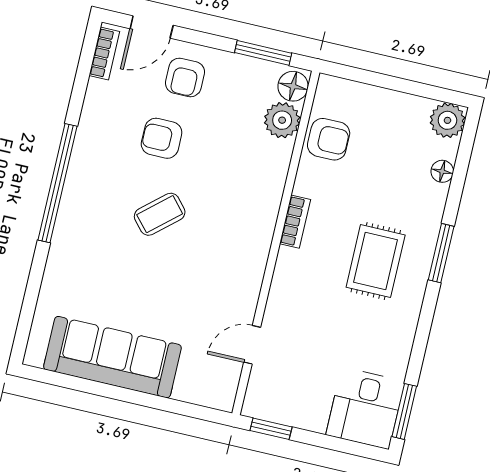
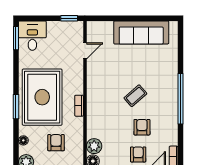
armchair: (162, 138) -> (142, 127), turned -90
armchair: (329, 139) -> (56, 143), moved, turned 90
rug: (376, 261) -> (42, 97), width x1.86, depth x2.06

